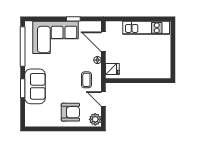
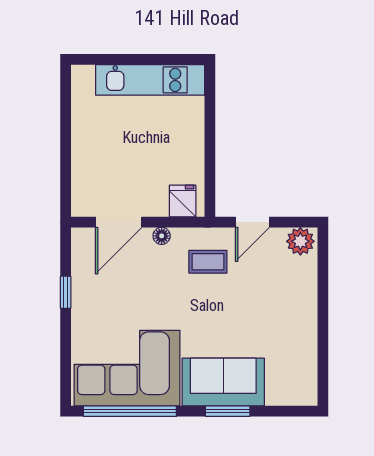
kitchen unit: (146, 28) -> (150, 80), moved, turned 90
corner sofa: (56, 37) -> (127, 368), moved, turned -90
armchair: (70, 112) -> (284, 299), removed

